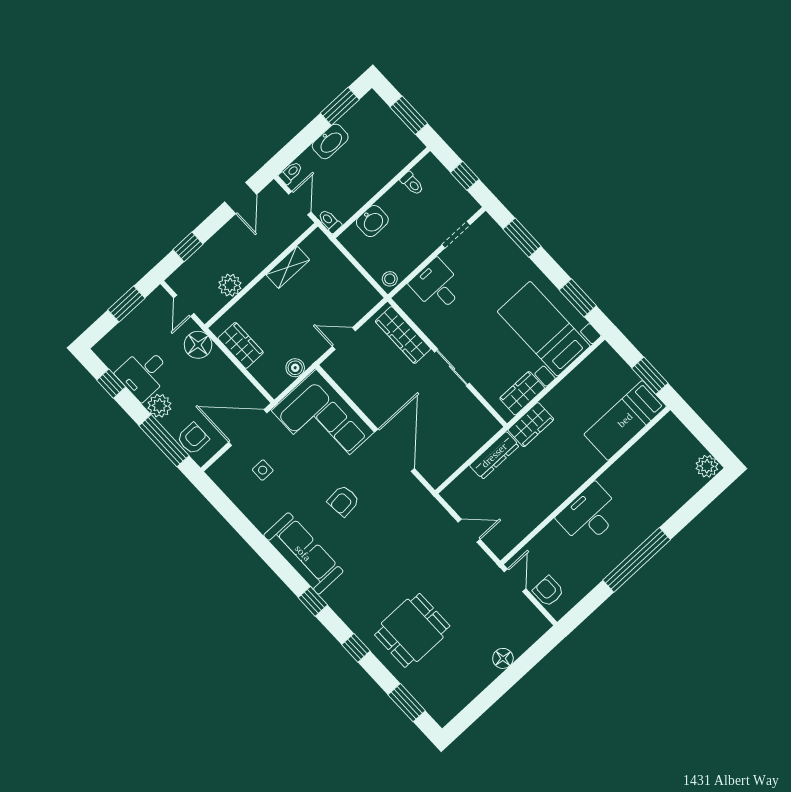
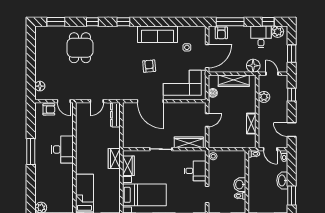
washbasin: (372, 221) -> (240, 185), moved
wardrobe: (241, 345) -> (234, 81), width x1.50
plant: (159, 406) -> (278, 32), moved
dresser: (494, 455) -> (115, 115), moved
sofa: (303, 553) -> (158, 34), moved
window: (637, 560) -> (31, 151), width x0.68
floor lamp: (503, 658) -> (40, 86), moved

